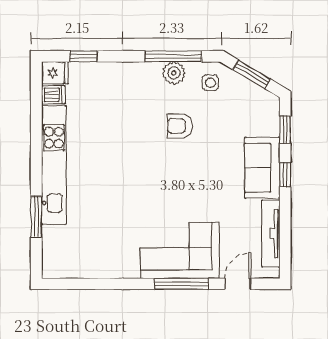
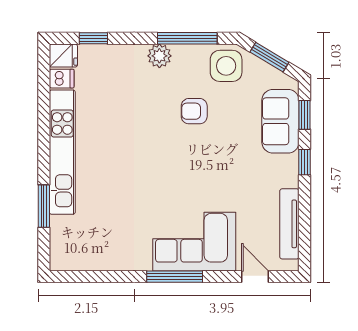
plant: (174, 73) -> (159, 56), moved
side table: (210, 83) -> (226, 66), width x1.87, depth x1.87
sofa: (262, 168) -> (280, 121), moved
window: (181, 284) -> (175, 277), moved
door: (238, 284) -> (255, 277), hinge flipped

